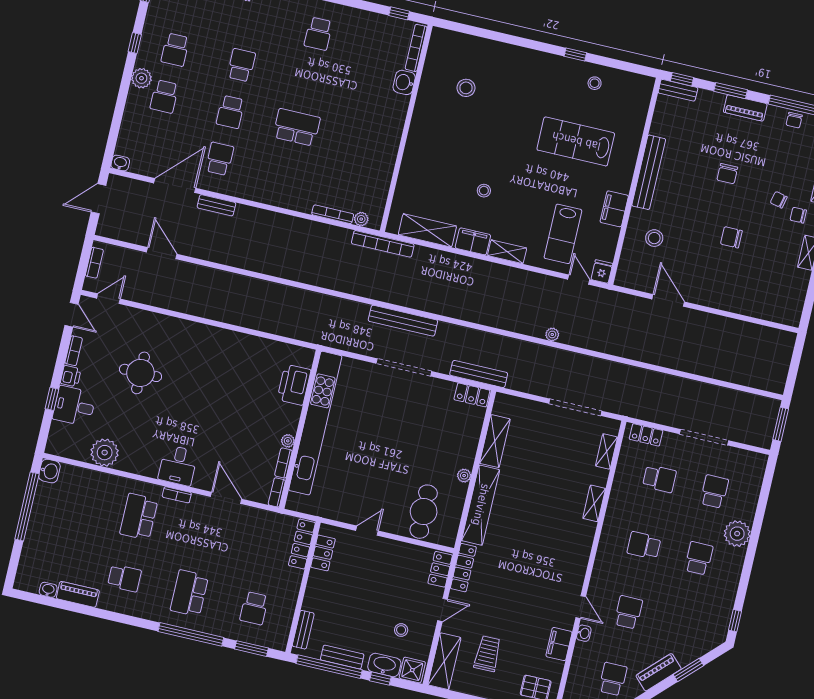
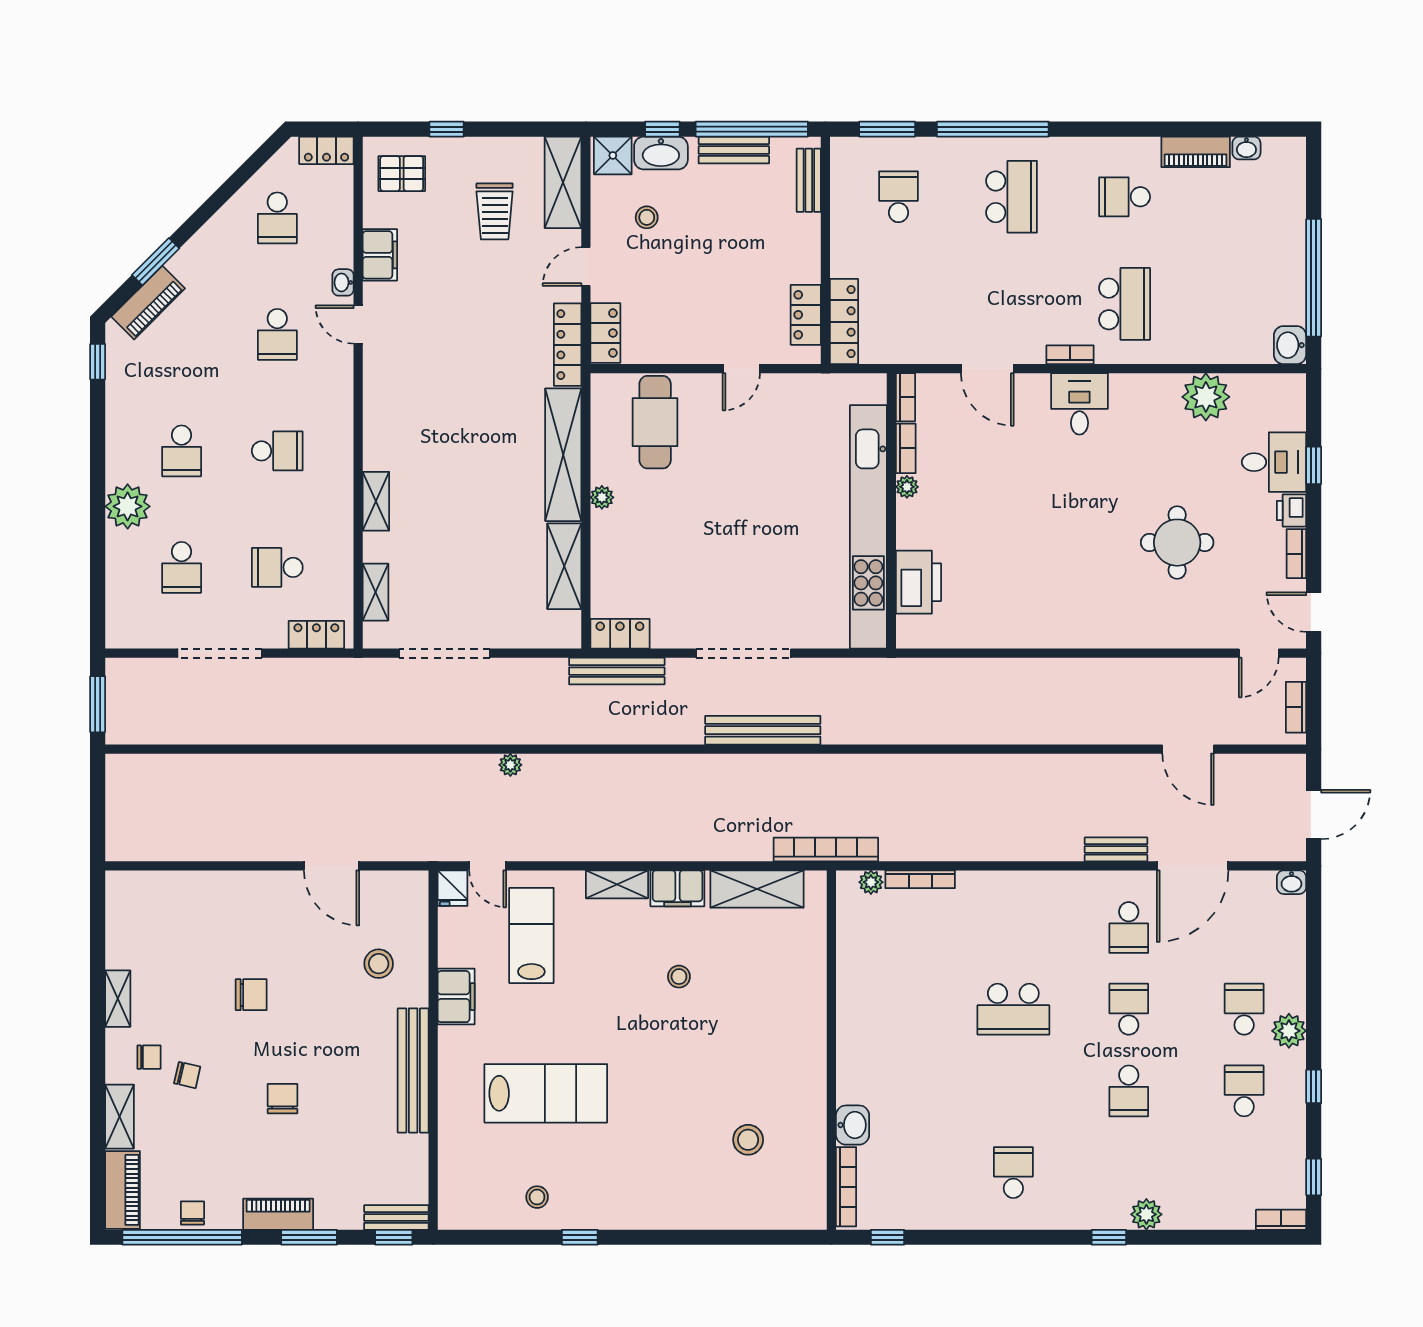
piano: (659, 672) -> (148, 303), moved

